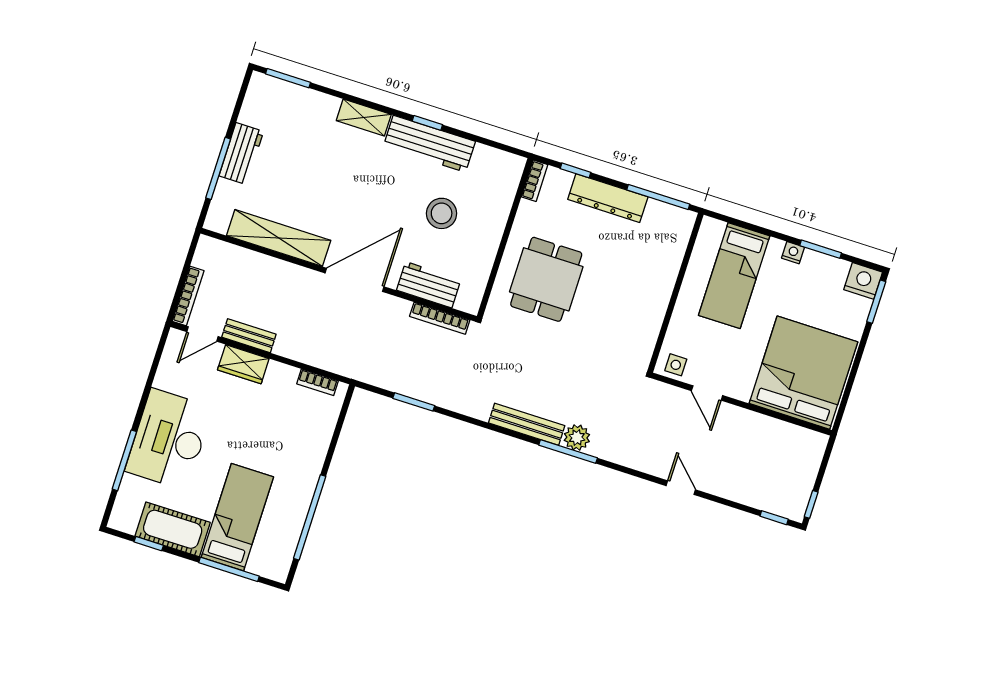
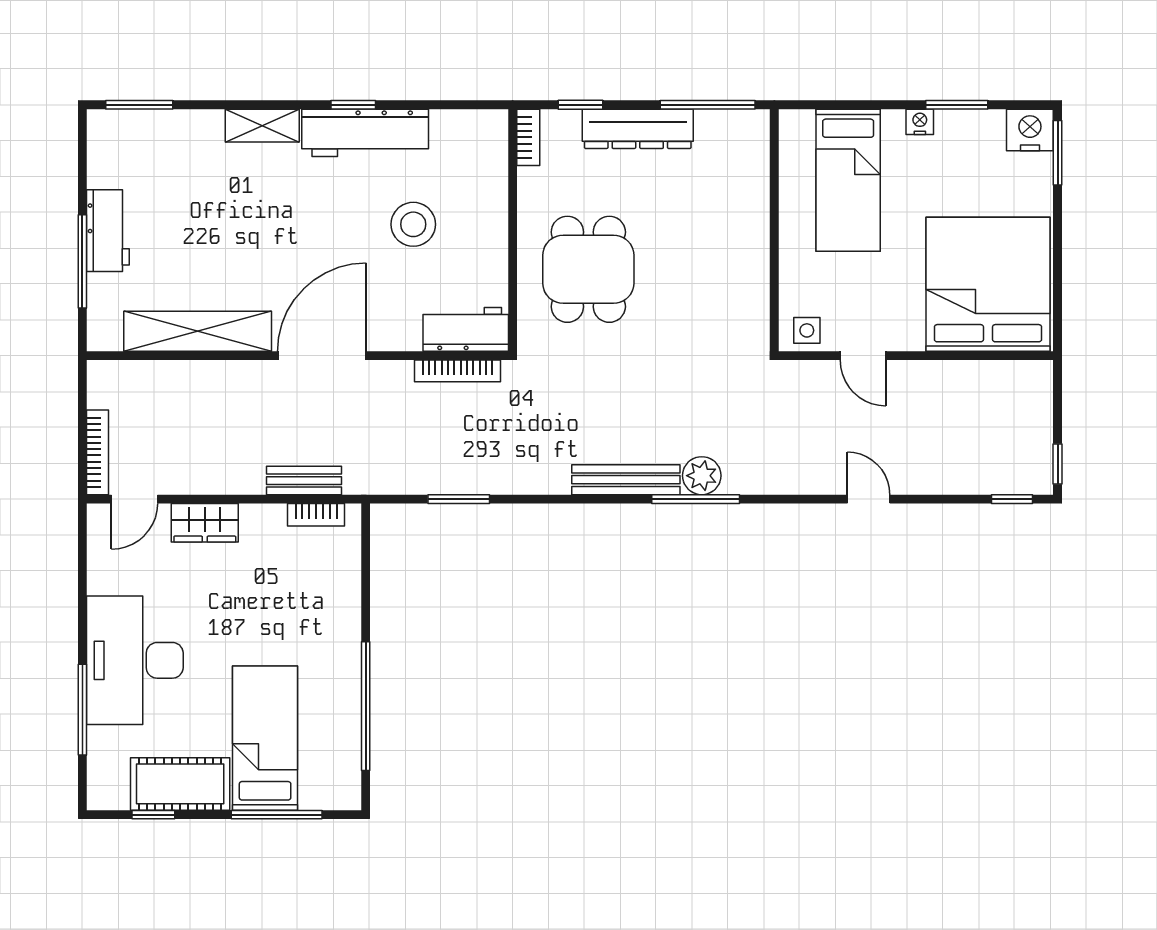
workbench: (429, 285) -> (466, 329), moved
bench: (249, 336) -> (304, 481), moved

